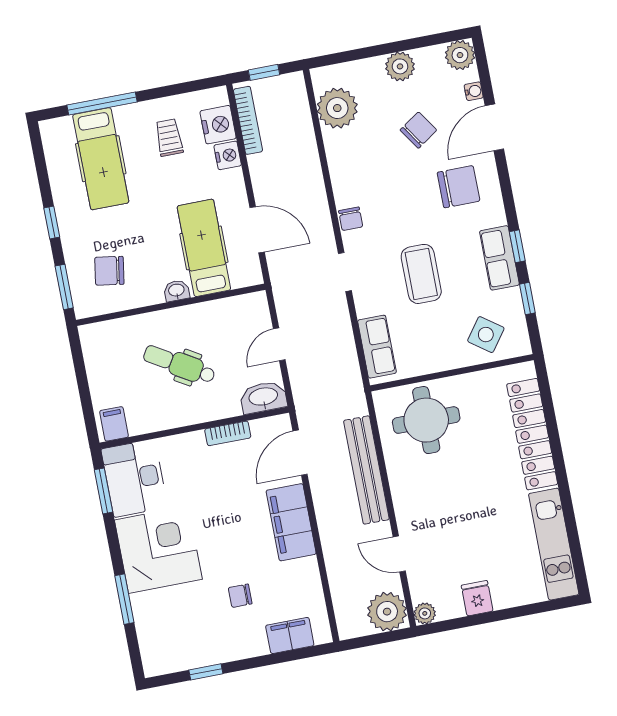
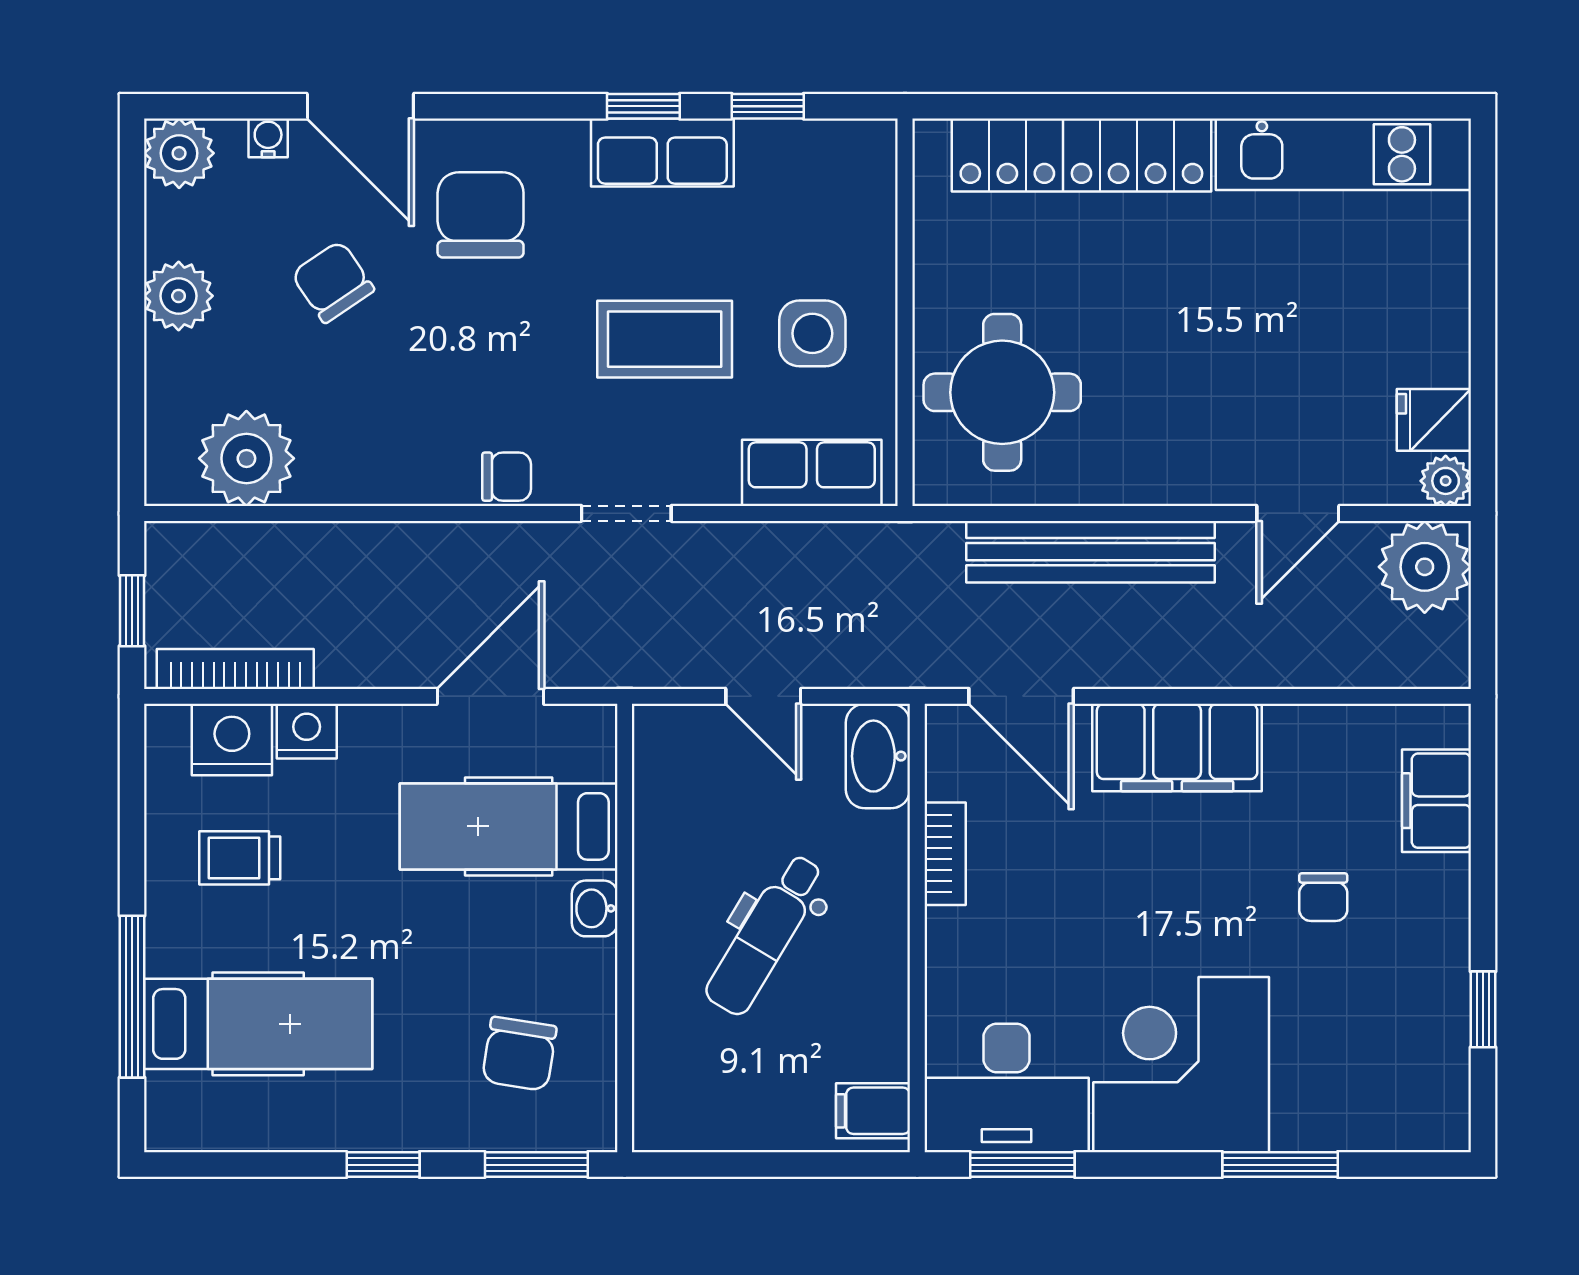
side table: (486, 335) -> (812, 333), moved, turned -36
fridge: (477, 598) -> (1434, 420), moved

